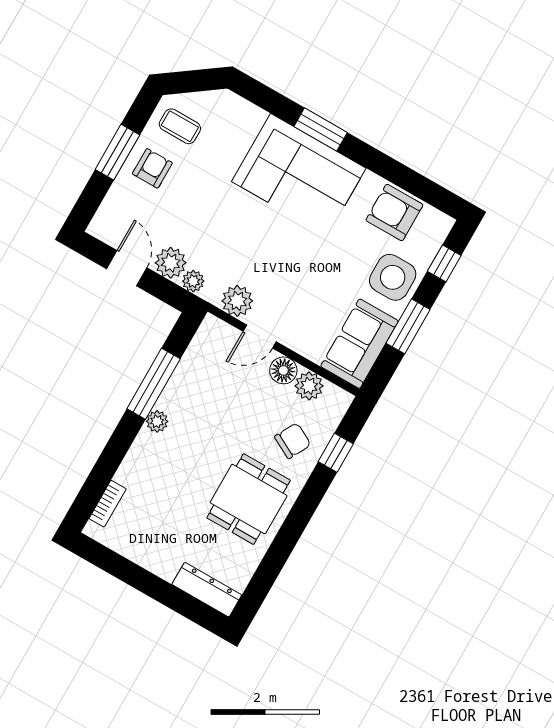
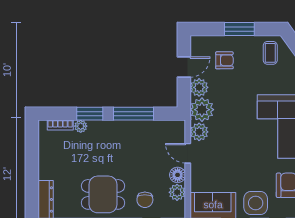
armchair: (152, 168) -> (224, 60), moved
plant: (193, 281) -> (202, 110), width x1.88, depth x1.88
plant: (157, 421) -> (81, 126), moved
chair: (293, 441) -> (145, 200), turned 62
window: (116, 449) -> (90, 114), added

